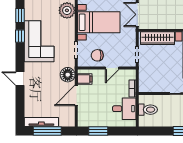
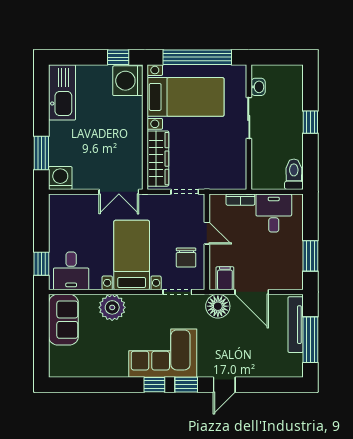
window: (20, 15) -> (186, 385), moved
toilet: (148, 110) -> (294, 174), moved
tv unit: (41, 122) -> (296, 325), moved

